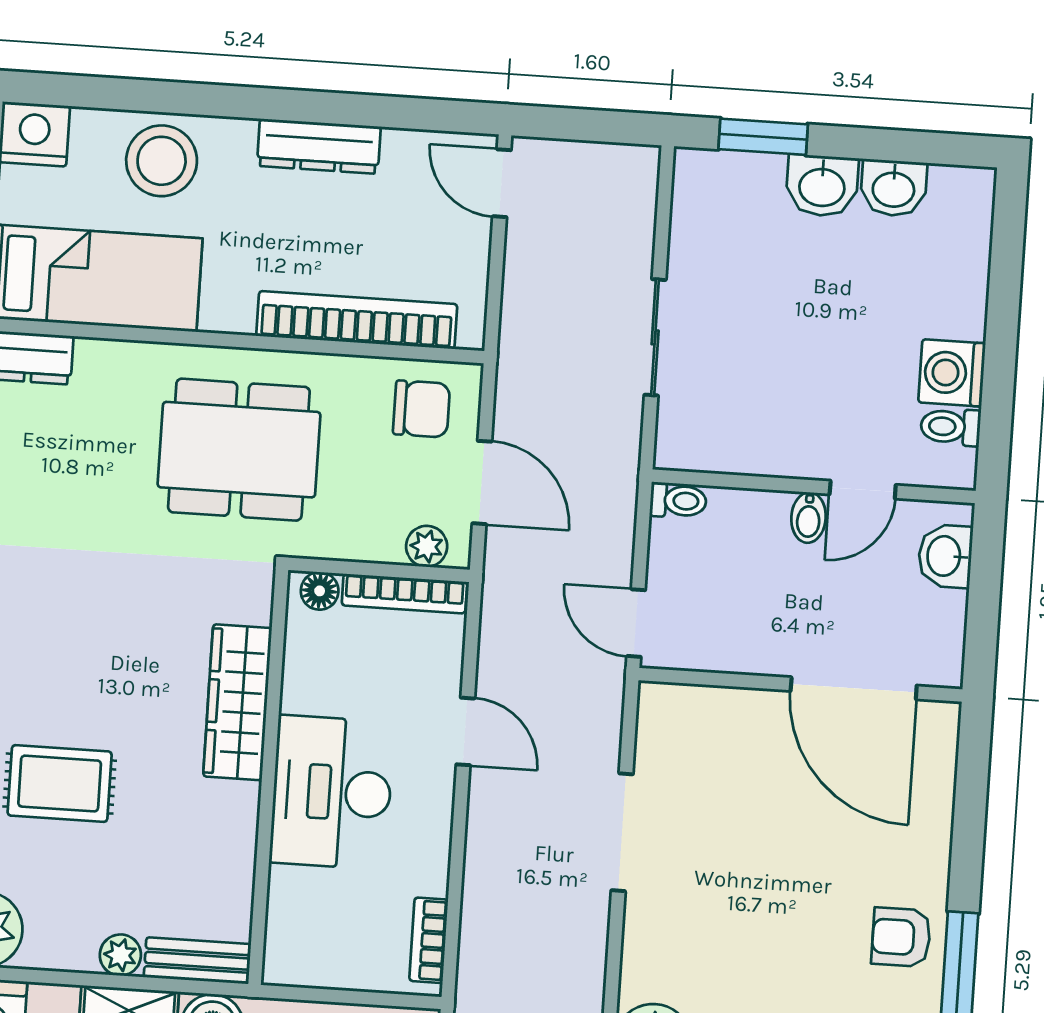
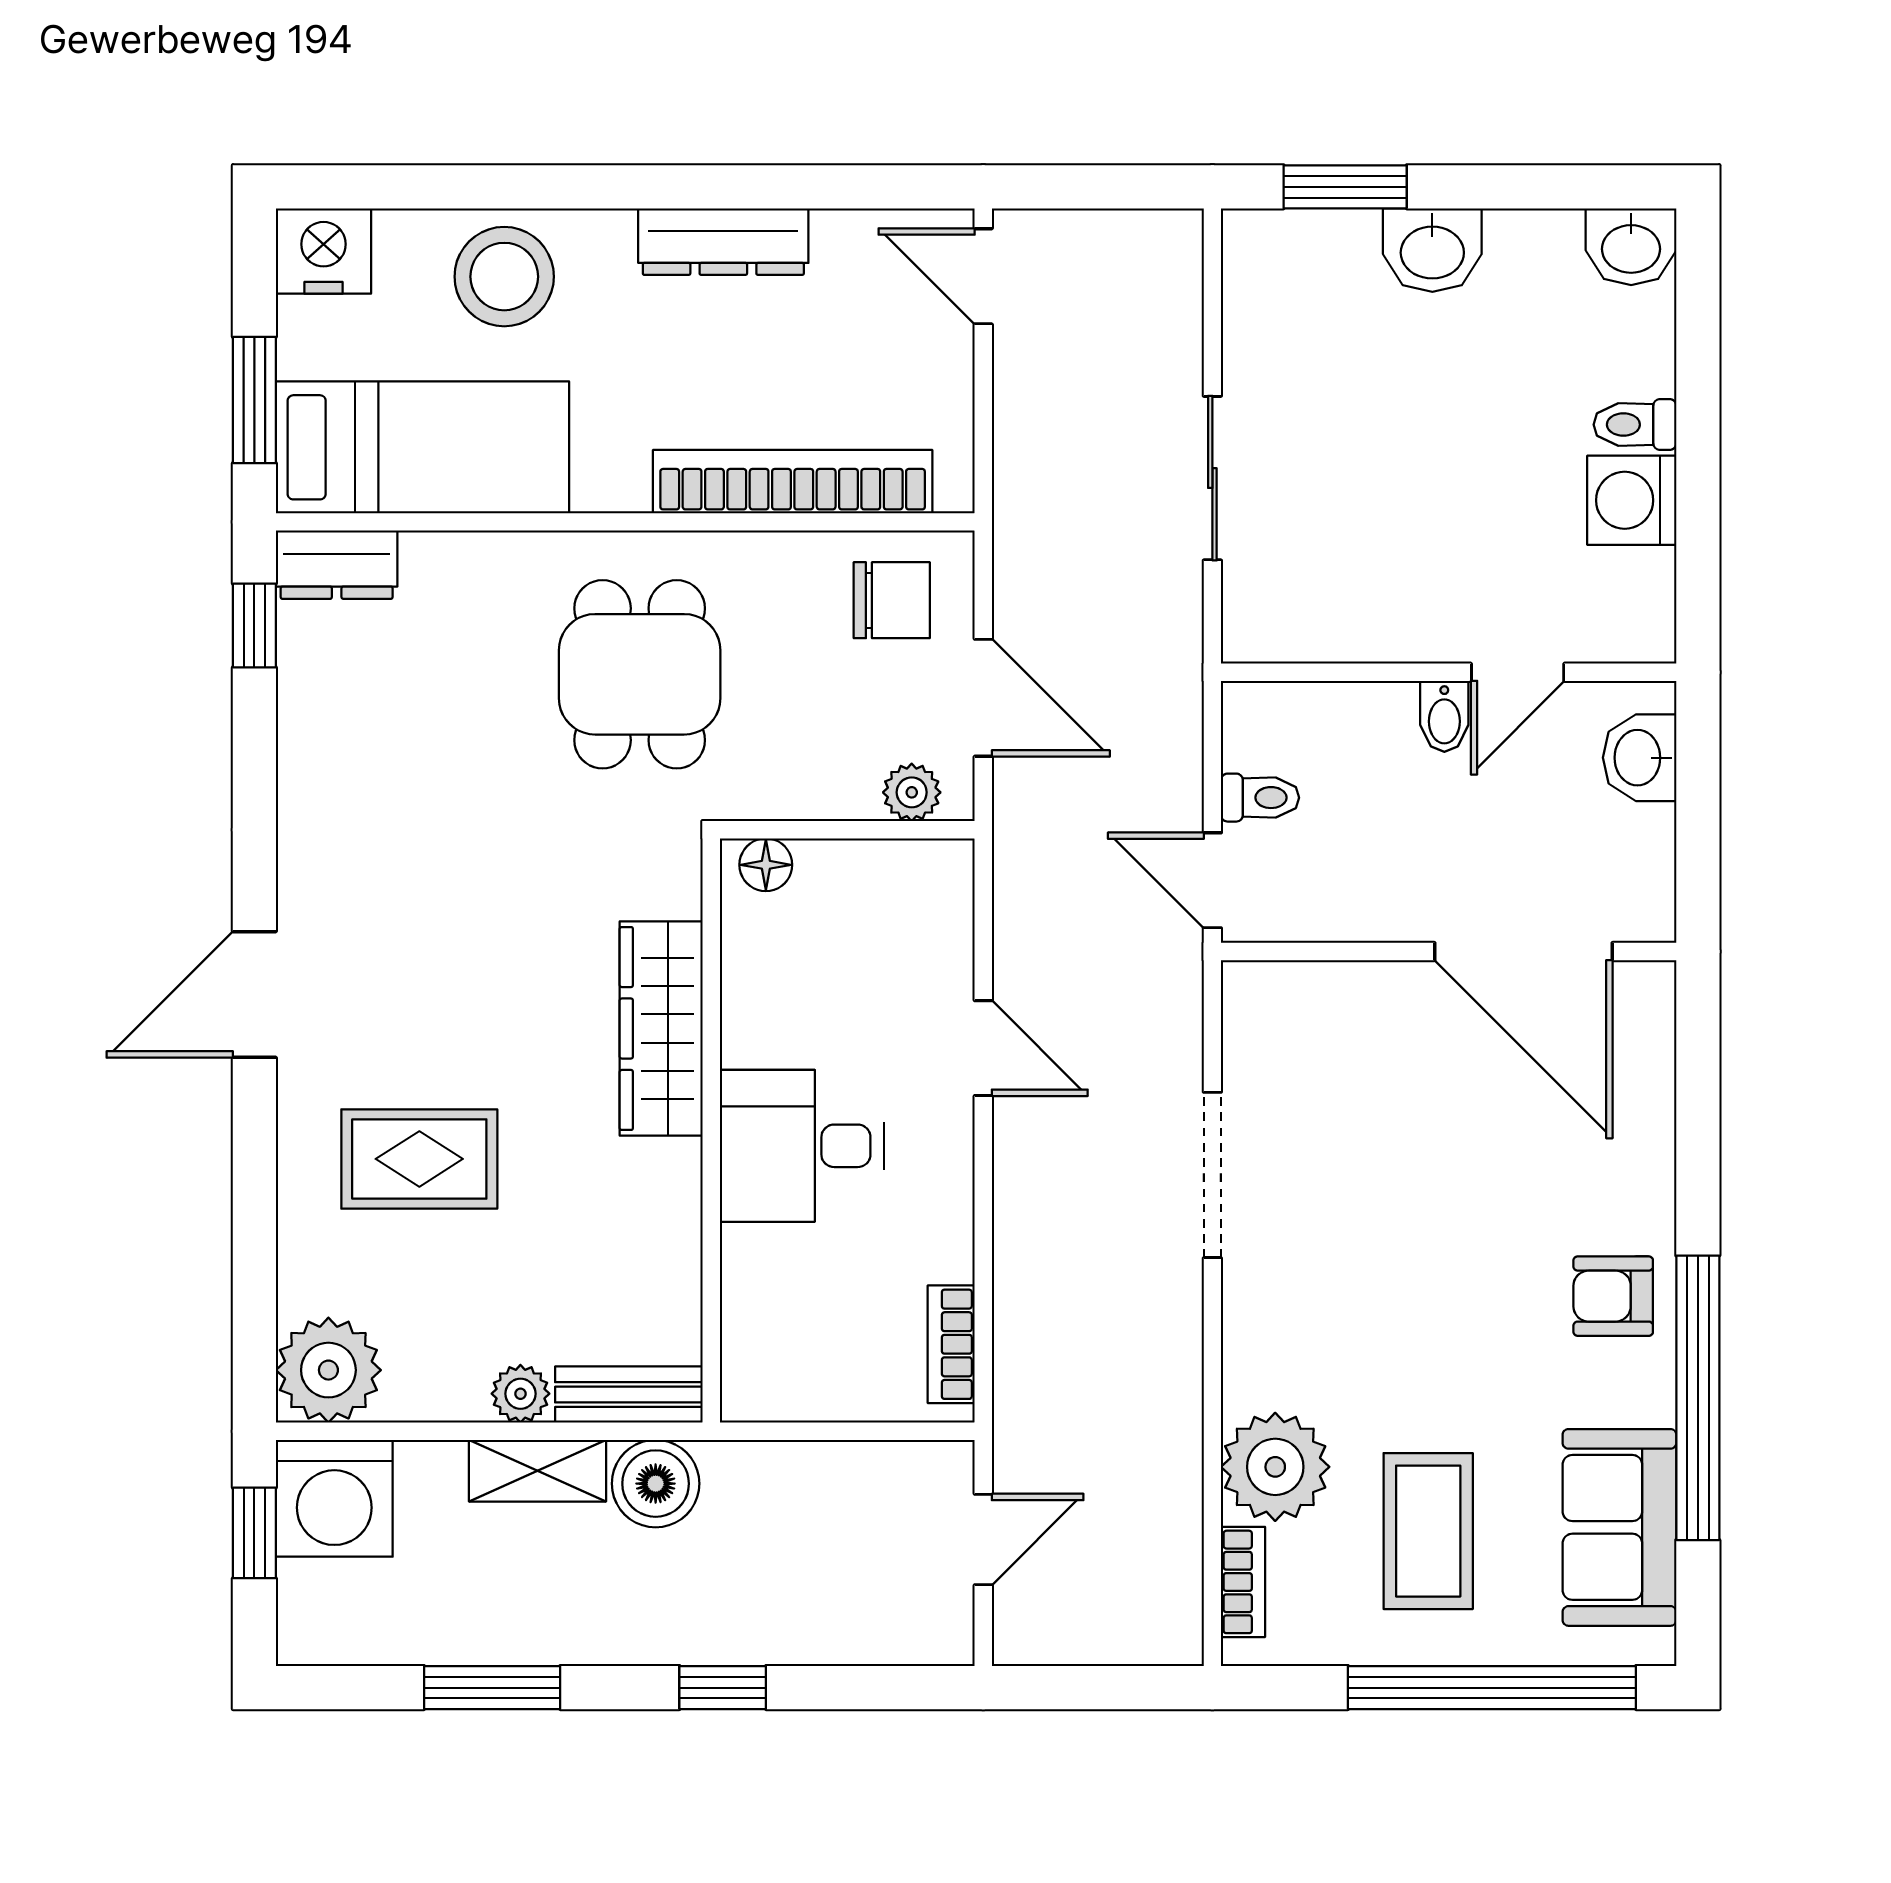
washbasin: (894, 188) -> (1631, 247), moved
toilet: (951, 427) -> (1635, 425), moved
dining table: (239, 450) -> (640, 674), width x0.73
toilet: (678, 501) -> (1260, 798), moved
bookcase: (404, 594) -> (885, 861), removed
desk: (332, 792) -> (802, 1146), width x0.73

